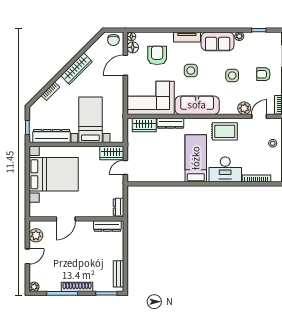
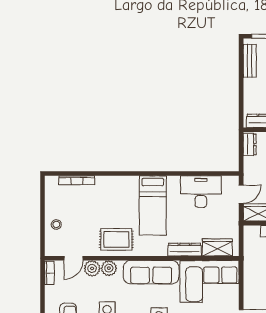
plant: (231, 108) -> (109, 268), added
desk: (225, 169) -> (201, 192), moved

